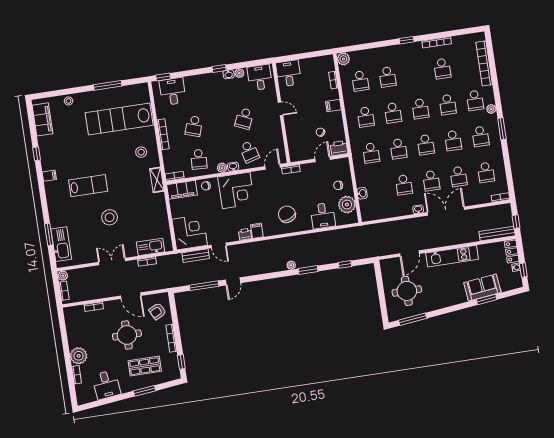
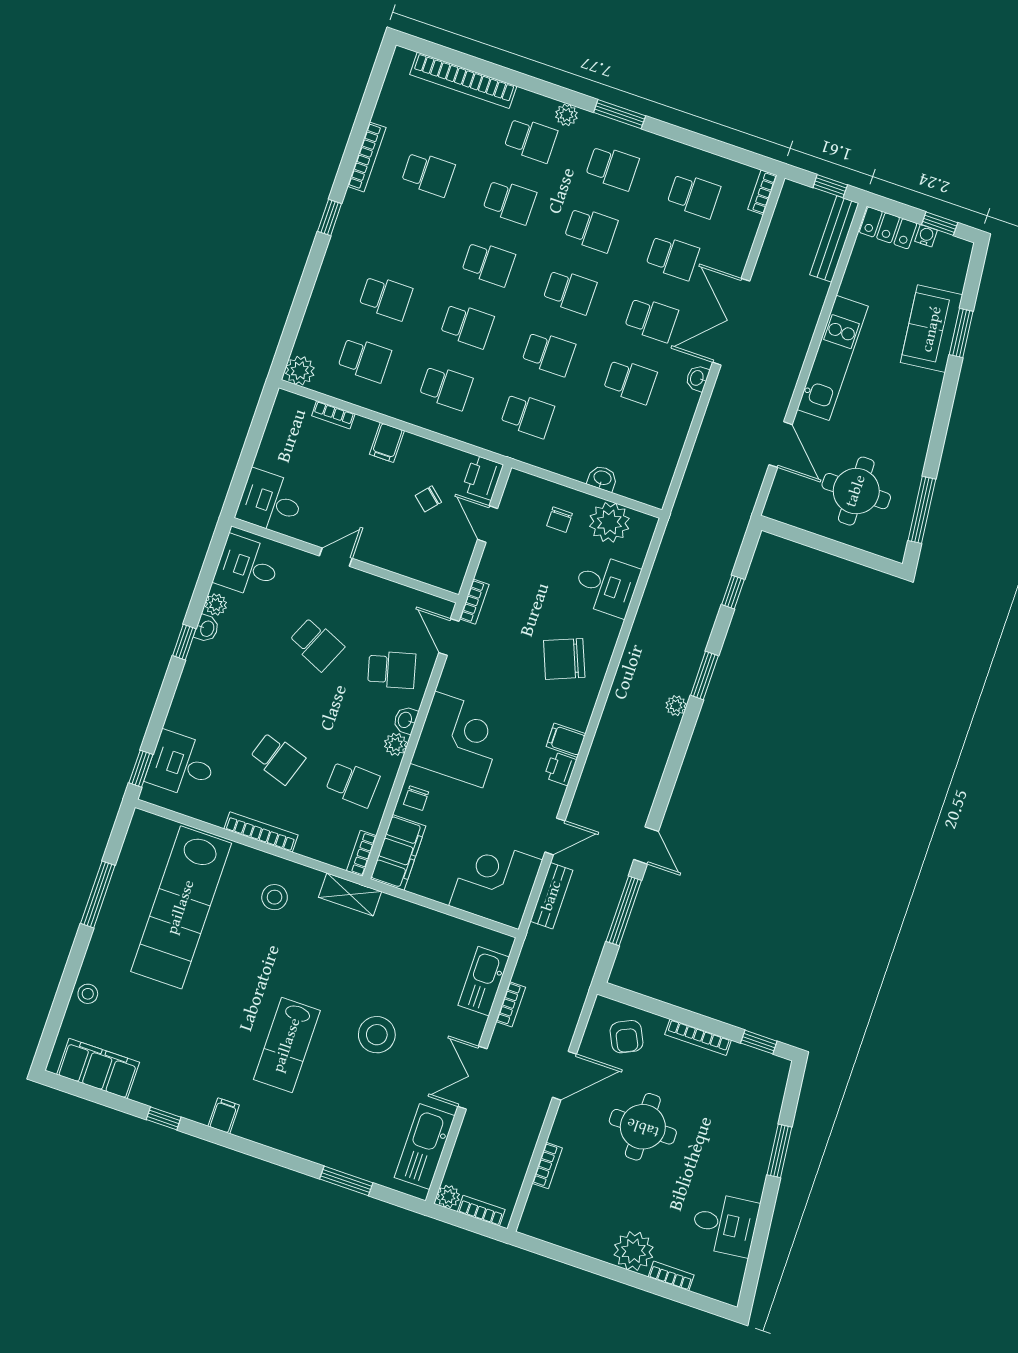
lab bench: (88, 186) -> (287, 1045), turned 180
kitchen sink: (61, 244) -> (425, 1147), moved, turned -90
shop shelf: (145, 366) -> (727, 1123), removed

